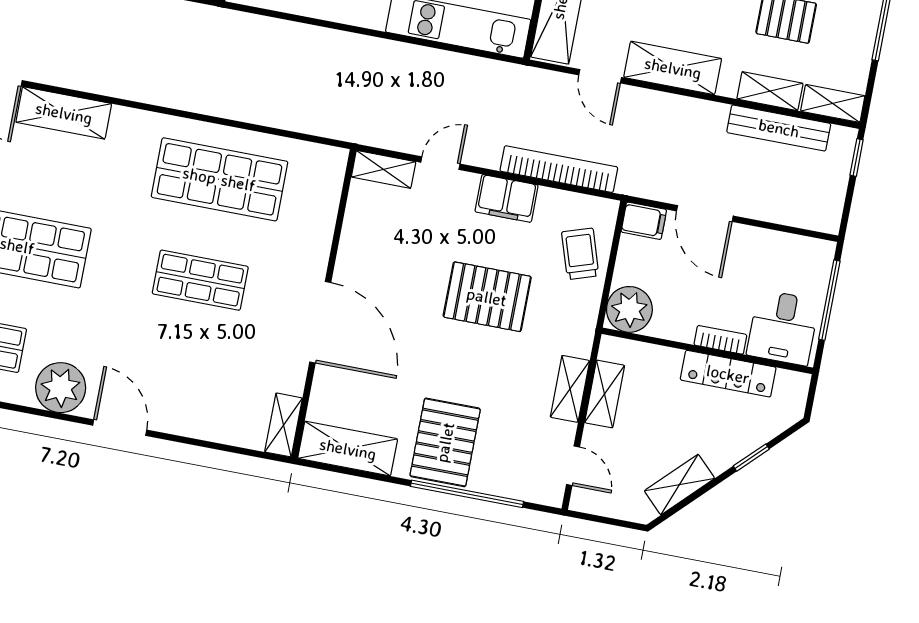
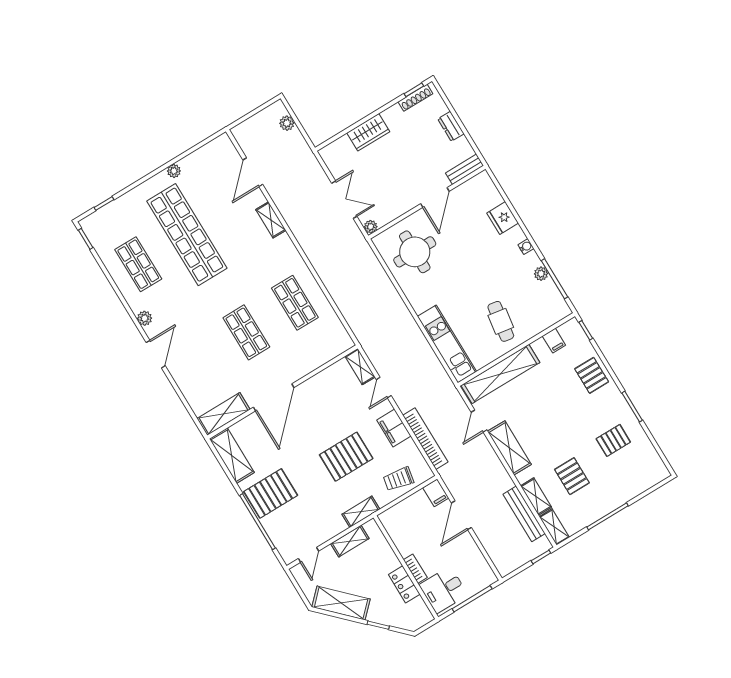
shelving: (64, 113) -> (271, 220), width x0.67, depth x0.75
door: (440, 163) -> (384, 388), swing flipped
shop shelf: (219, 179) -> (295, 303), width x0.70, depth x0.74
trolley: (580, 254) -> (398, 479), turned -151
pallet: (487, 297) -> (346, 457), turned 90
plant: (629, 309) -> (394, 520), removed
locker: (728, 374) -> (404, 584), width x0.66
plant: (61, 388) -> (145, 318), width x0.53, depth x0.53
shelving: (570, 389) -> (361, 512), moved
shelving: (284, 425) -> (223, 414), width x1.50, depth x1.33
shelving: (680, 485) -> (341, 603), width x1.50, depth x1.33

